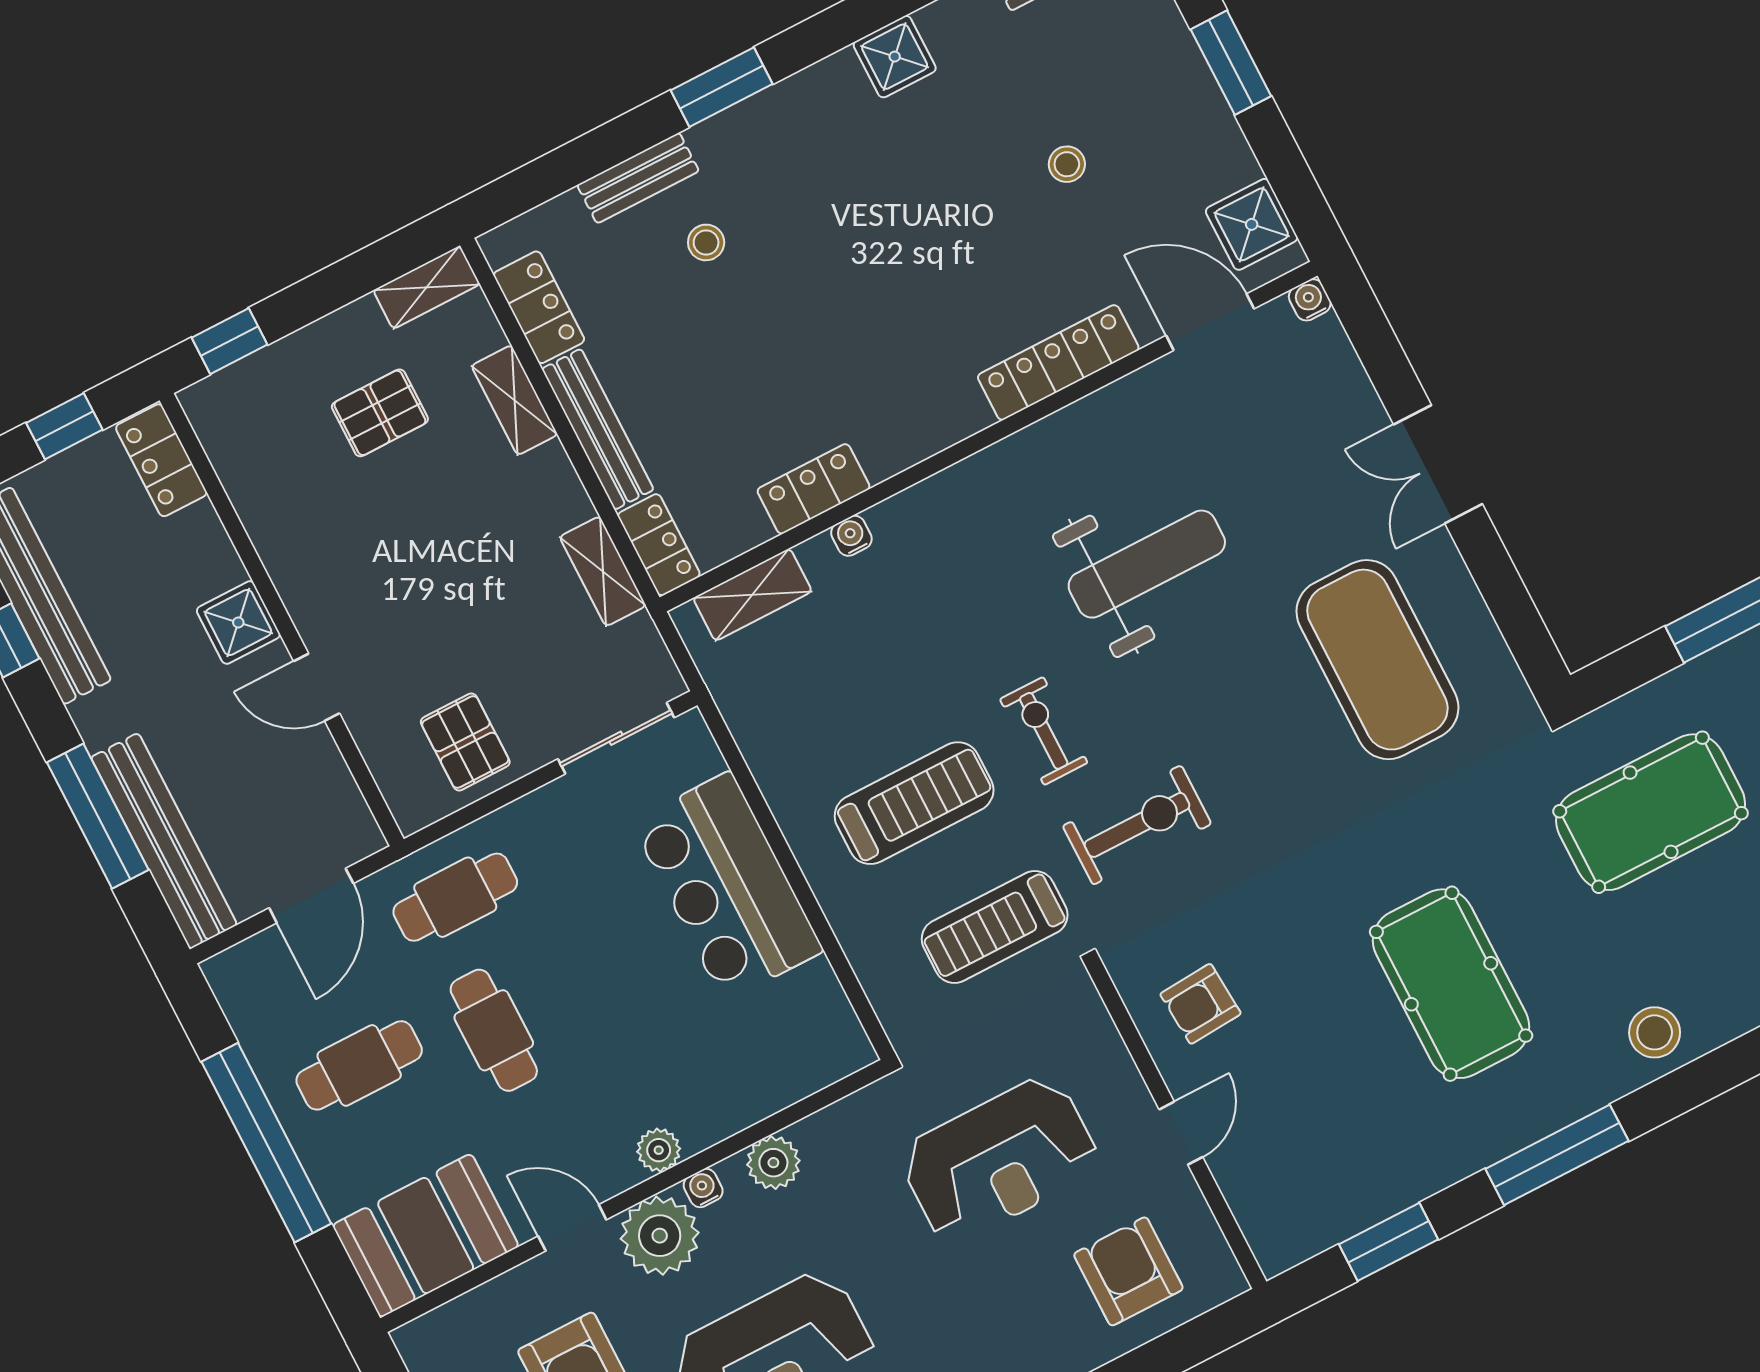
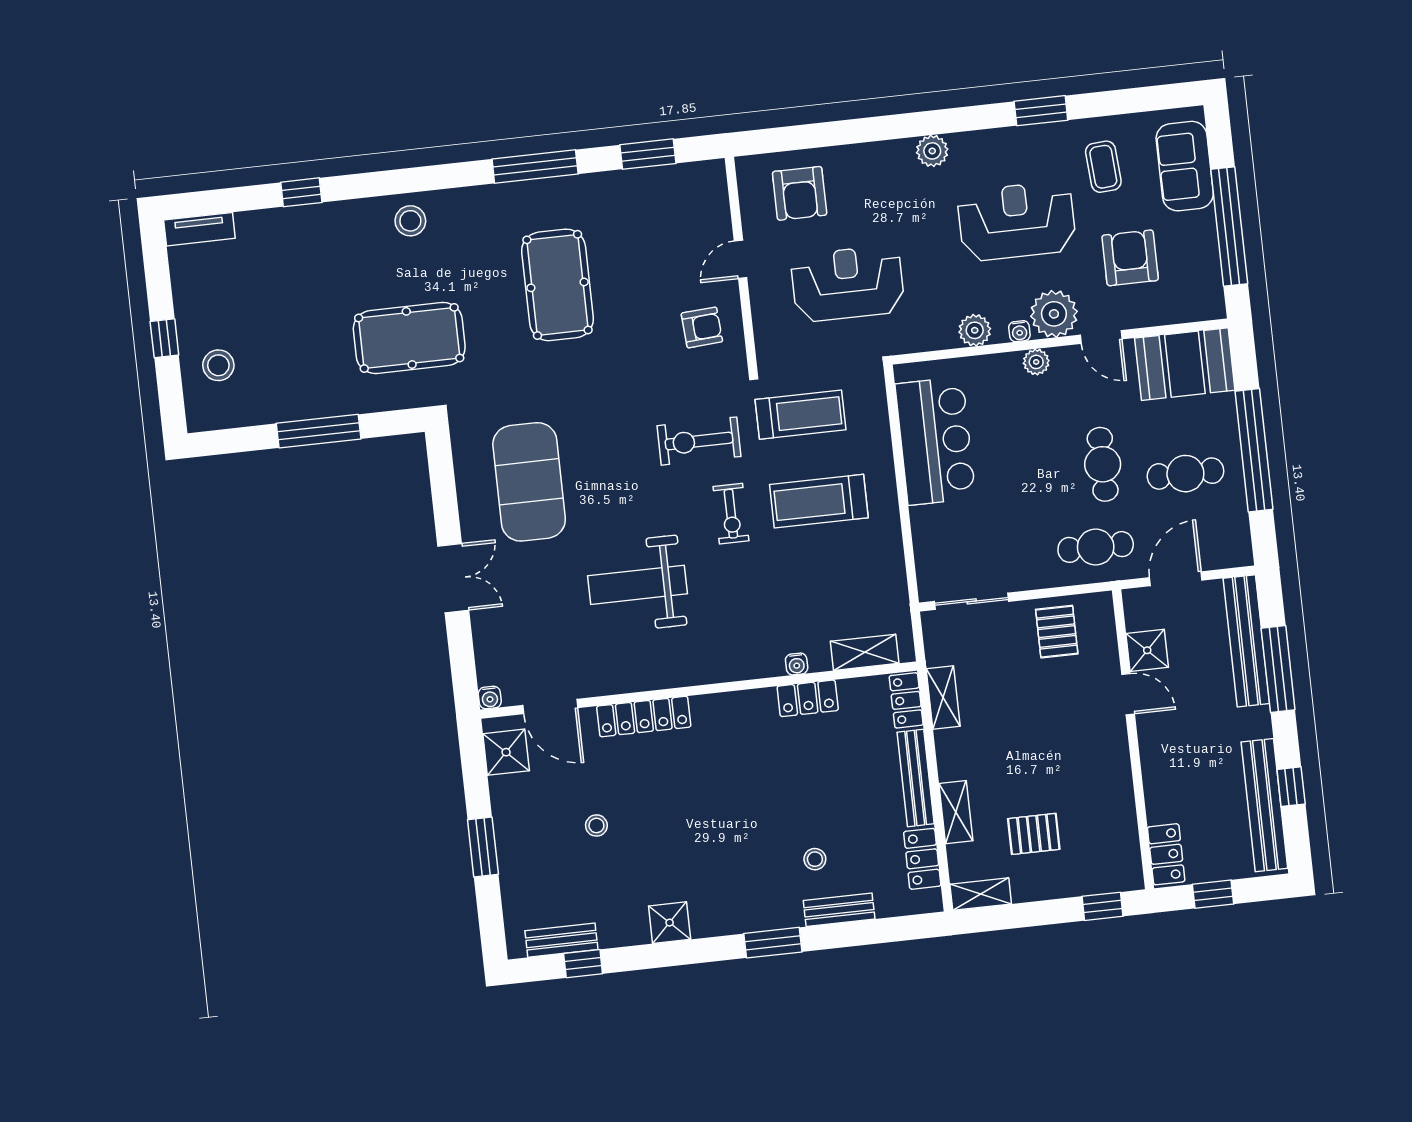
shower: (238, 622) -> (1147, 650), moved
bar counter: (727, 886) -> (935, 441), moved
stool: (1655, 1032) -> (410, 221), moved

